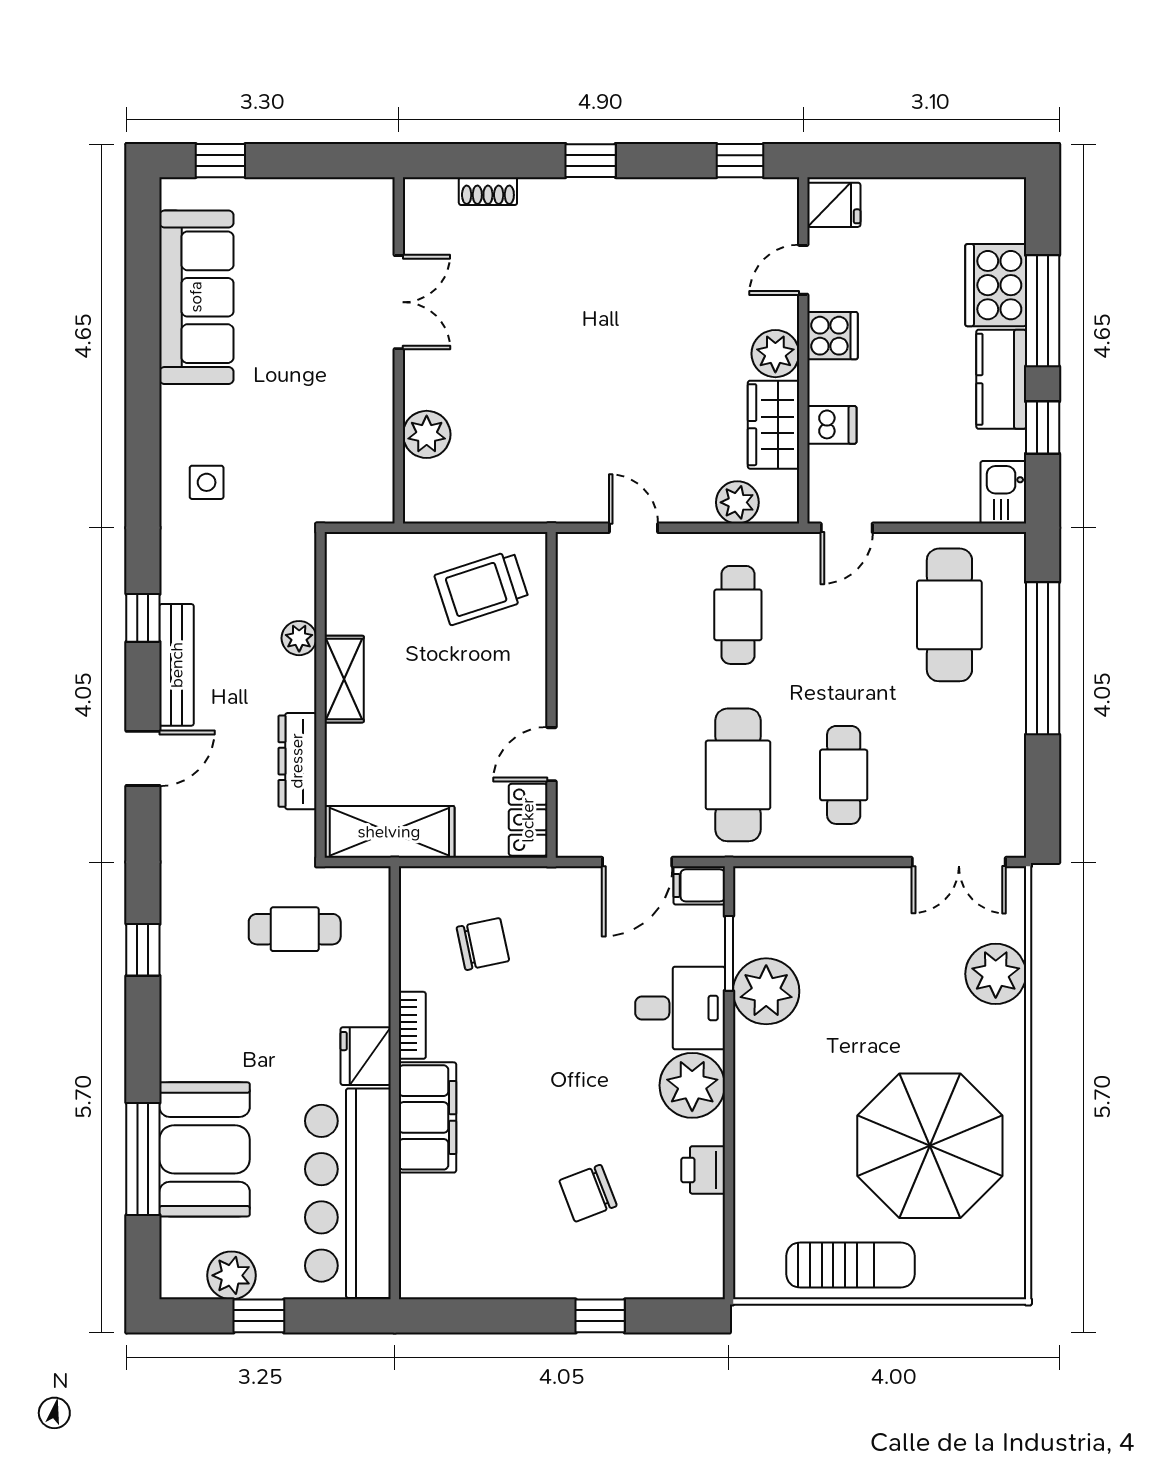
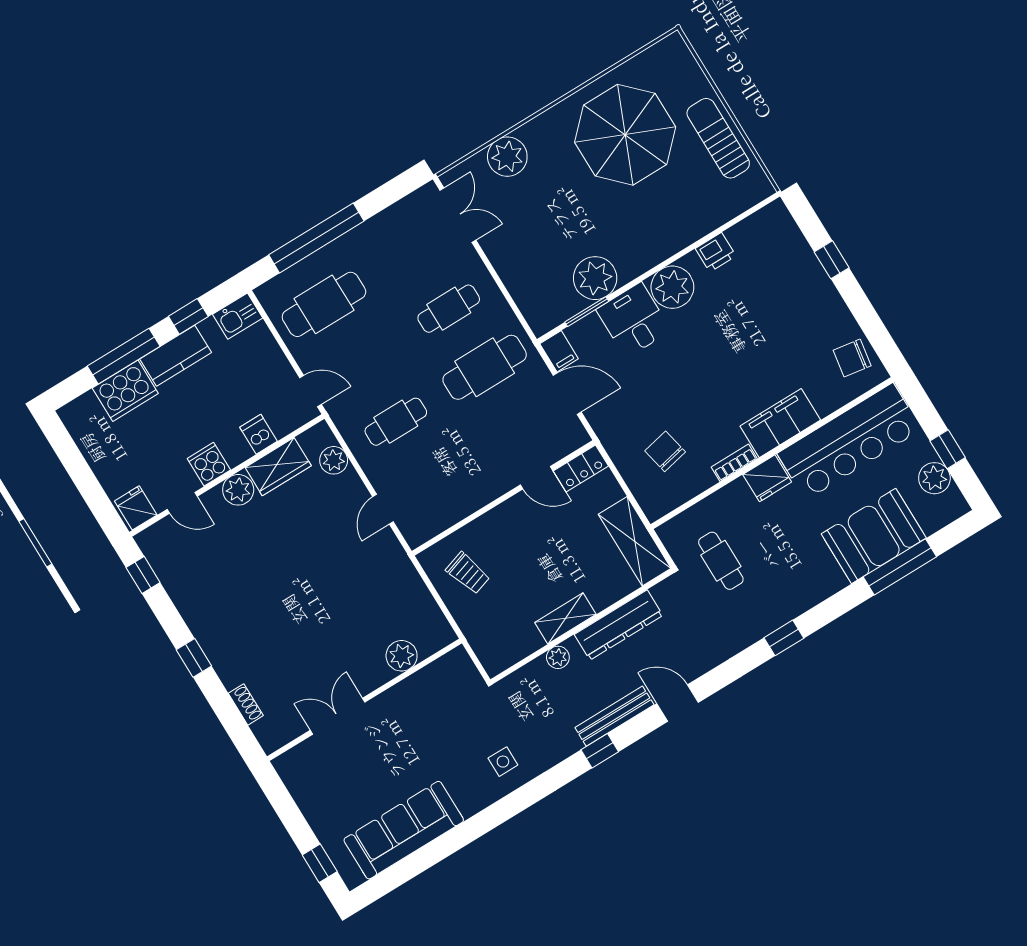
trolley: (482, 588) -> (468, 573), width x0.73, depth x0.72
dresser: (297, 761) -> (619, 625), width x1.37, depth x1.24
chair: (588, 1193) -> (852, 358), moved, turned 120

